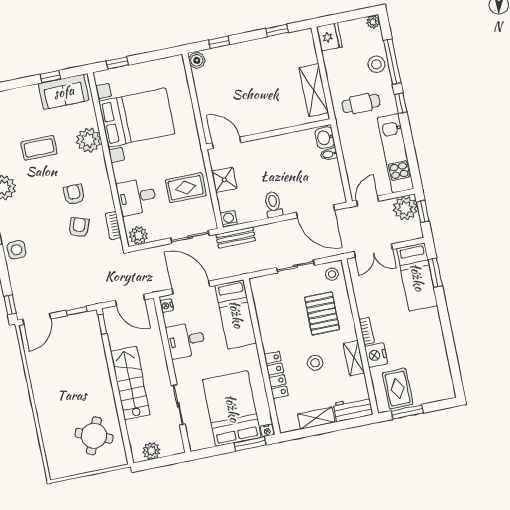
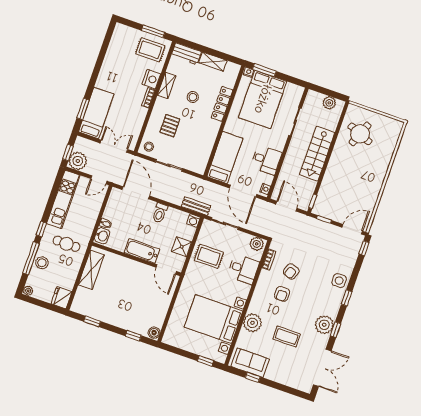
bathtub: (268, 148) -> (142, 251), added
pallet: (322, 313) -> (170, 126), width x0.67, depth x0.71
rug: (398, 389) -> (150, 50), turned 90

